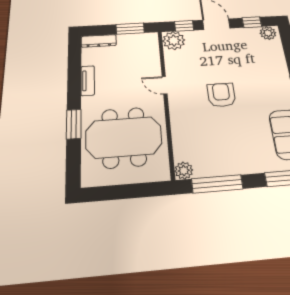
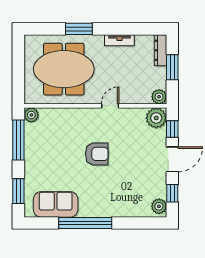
window: (130, 29) -> (172, 67), moved
plant: (150, 39) -> (159, 97), added
meeting table: (124, 137) -> (64, 69), turned 90

